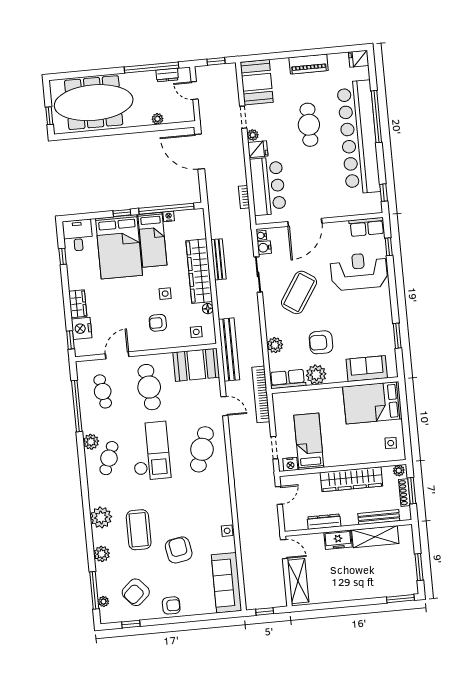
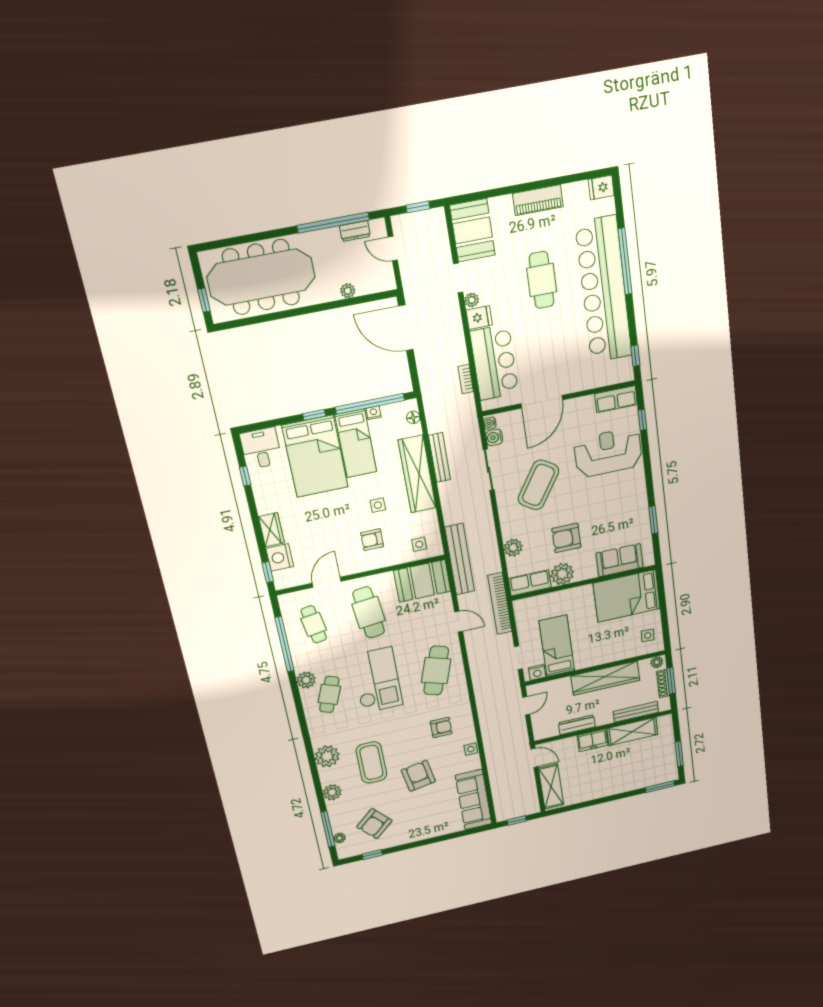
floor lamp: (208, 309) -> (413, 417), moved
armchair: (171, 605) -> (441, 727), moved

